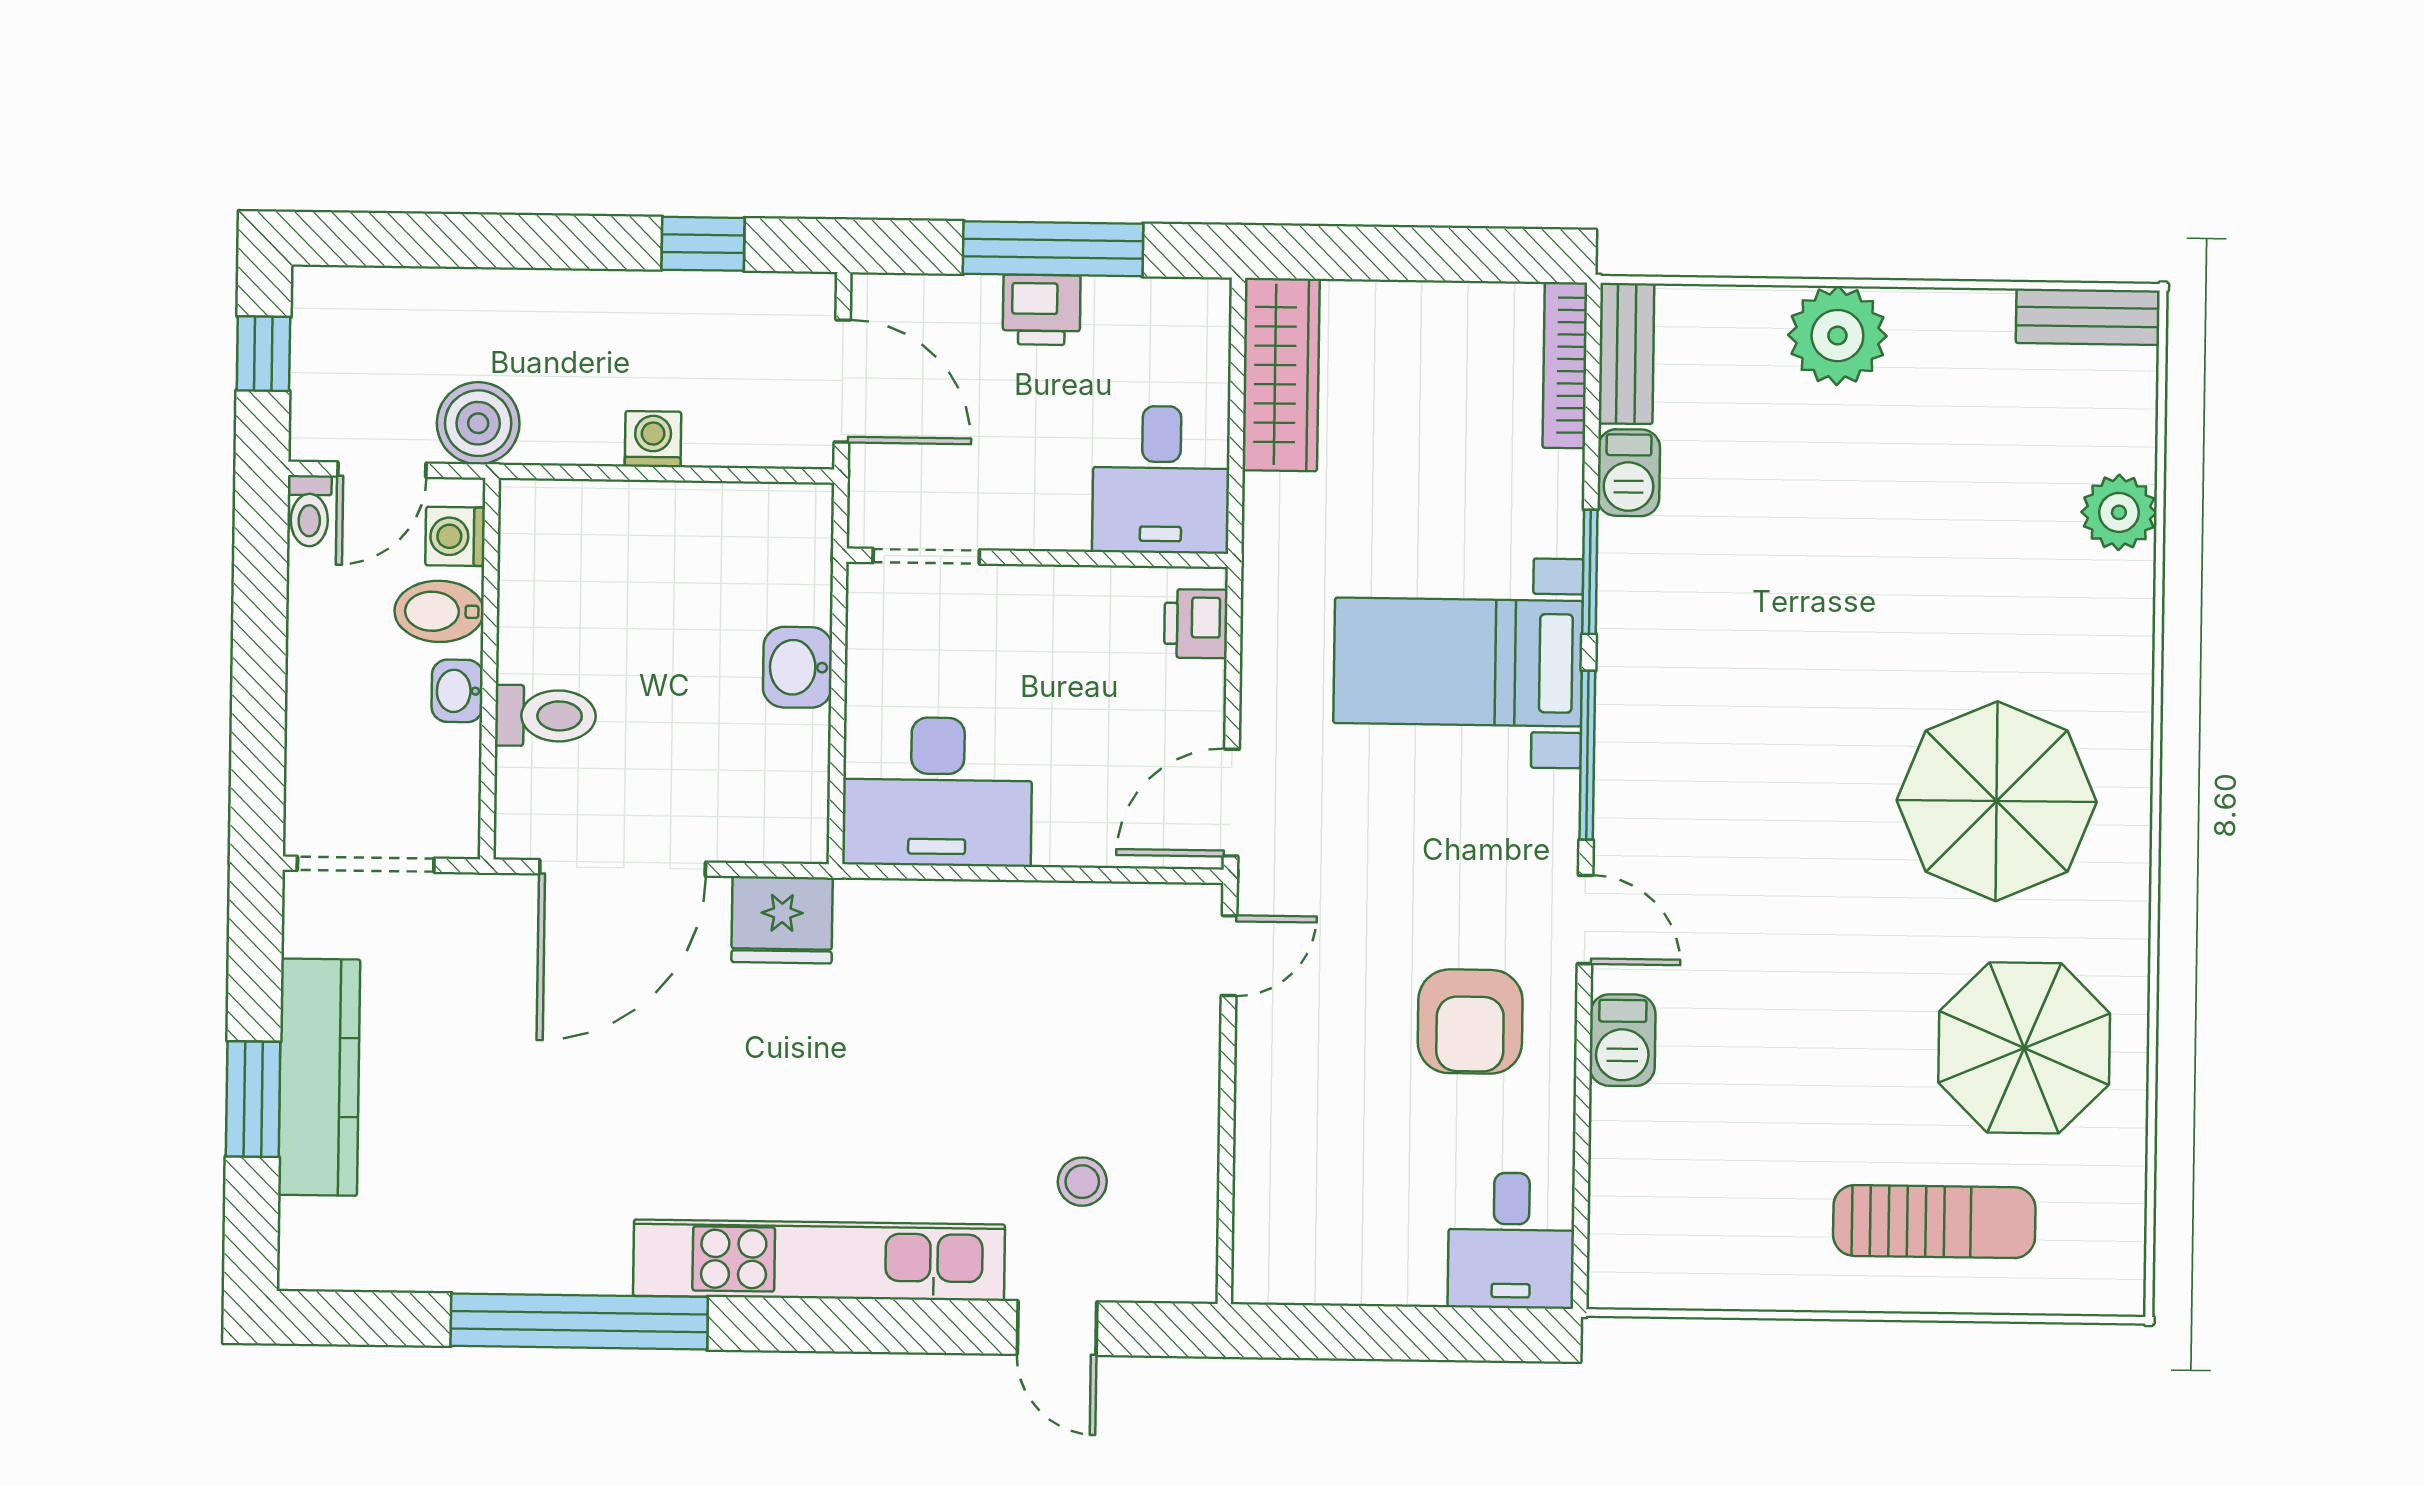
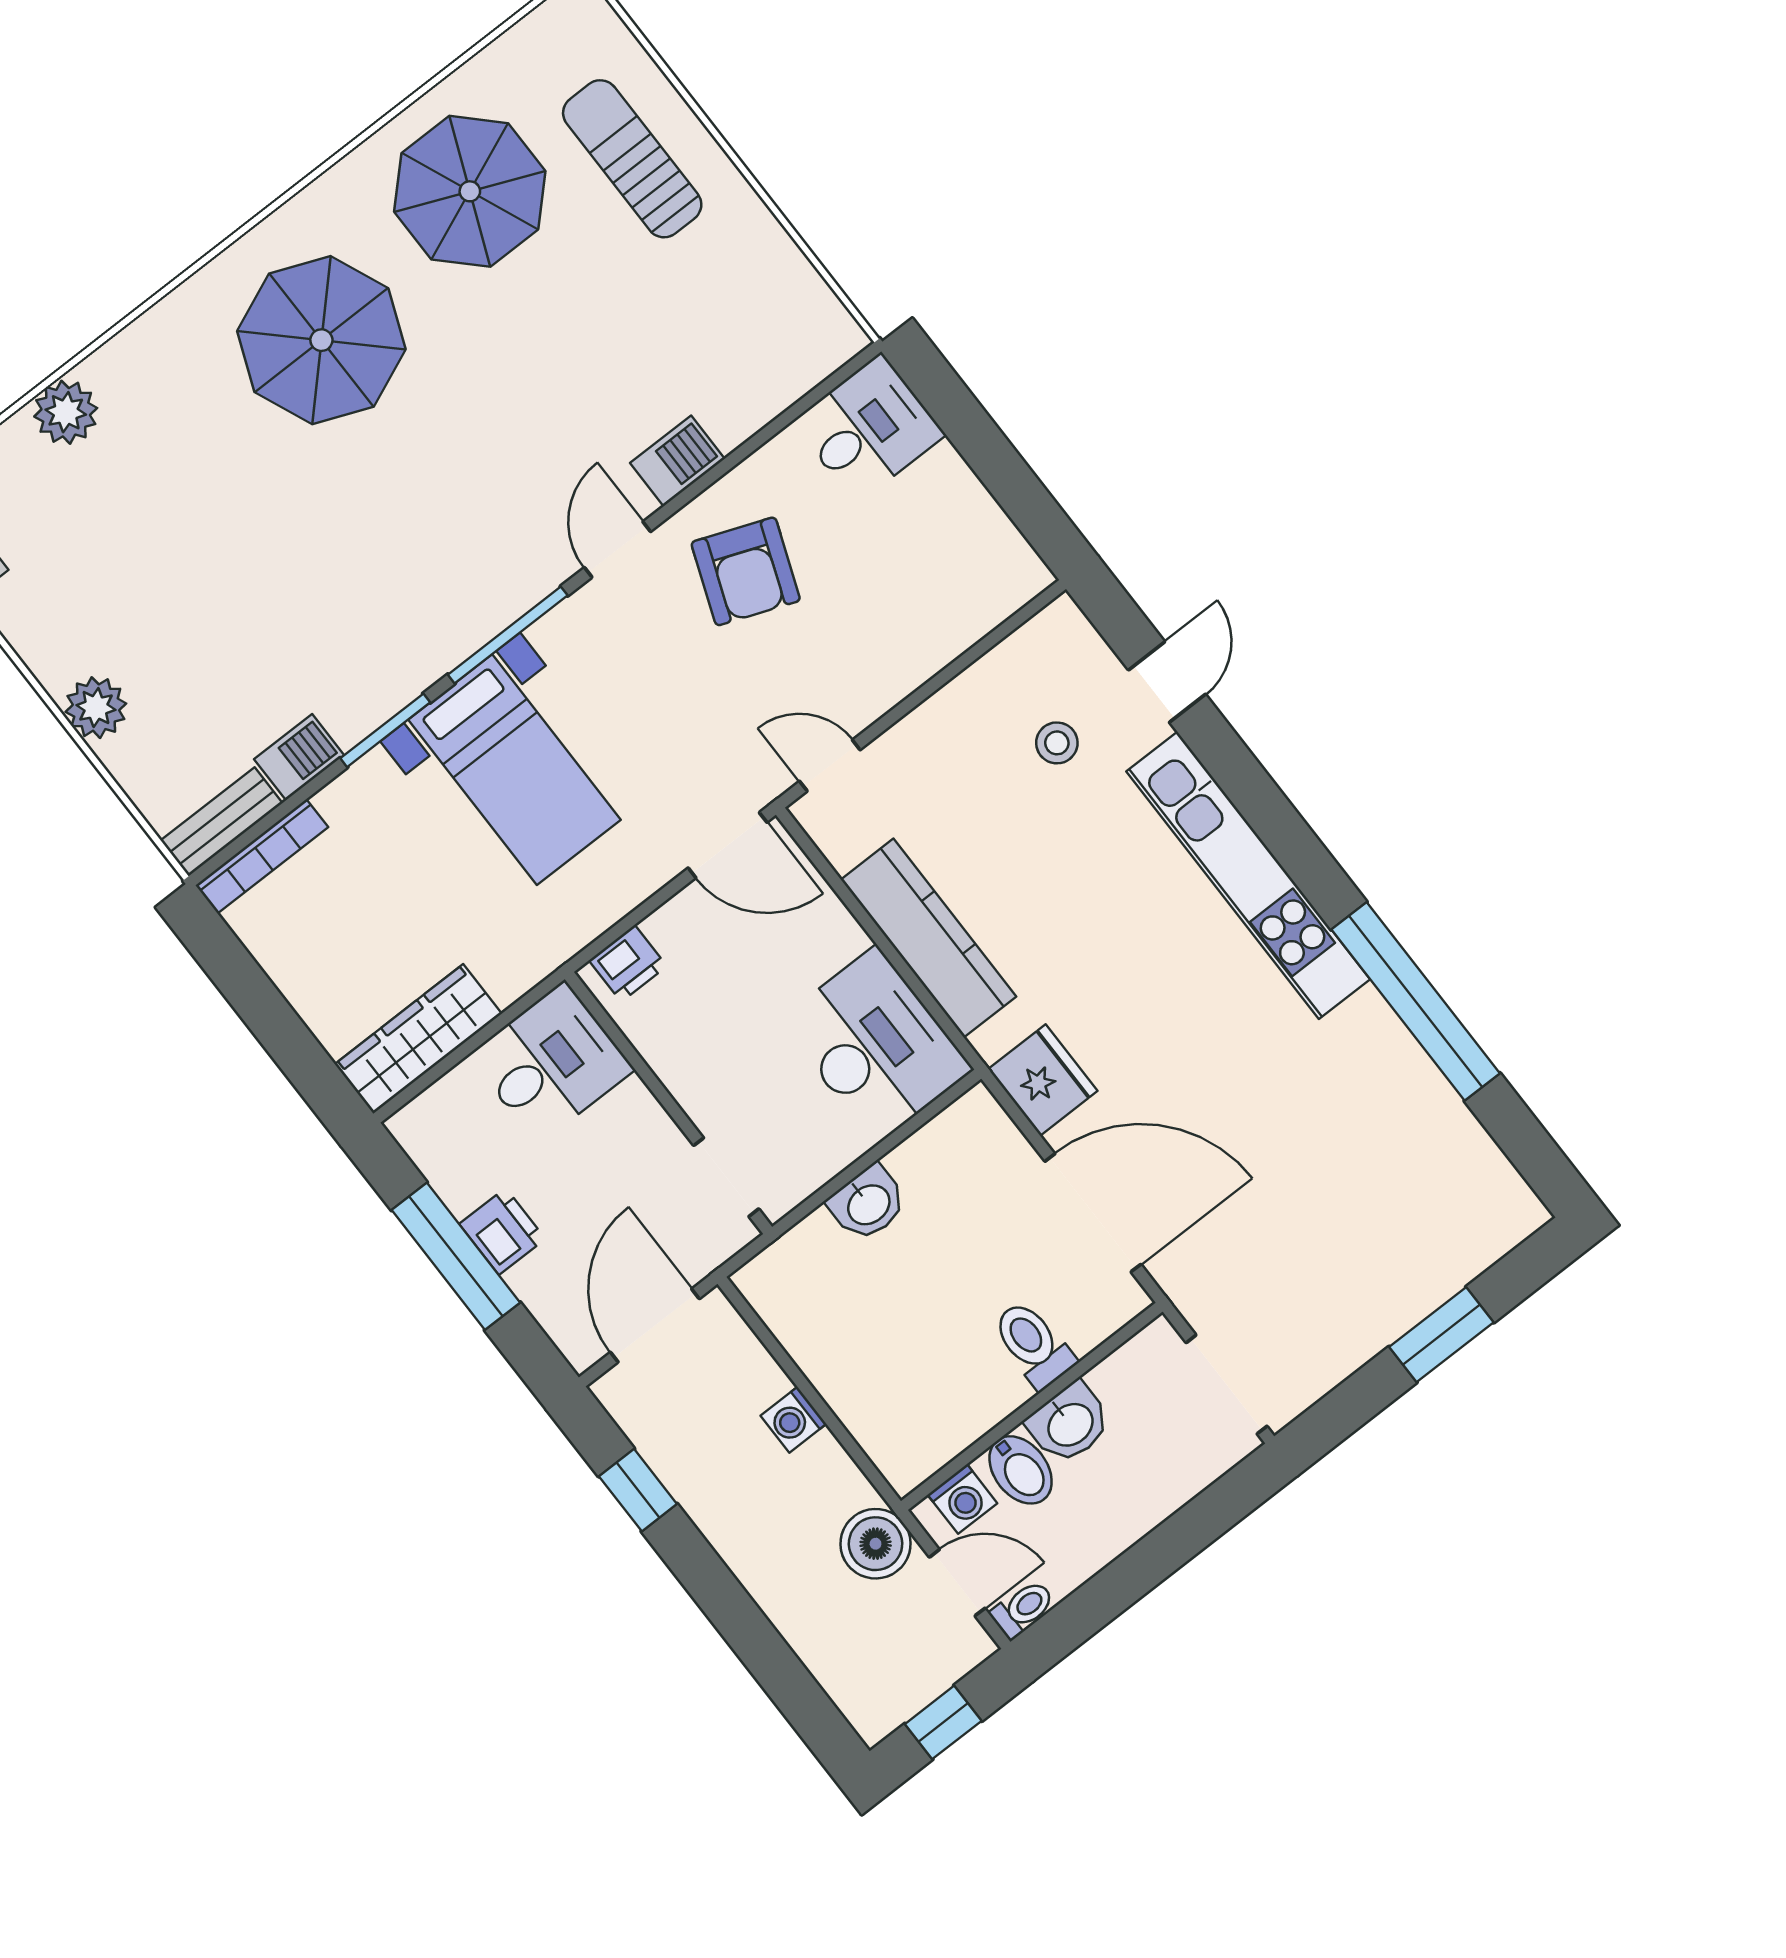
plant: (1837, 336) -> (96, 708), width x0.73, depth x0.73
washbasin: (457, 691) -> (1069, 1423), width x1.38, depth x1.45
armchair: (1470, 1022) -> (746, 571), turned 111
kitchen counter: (319, 1077) -> (928, 938), moved, turned 90

